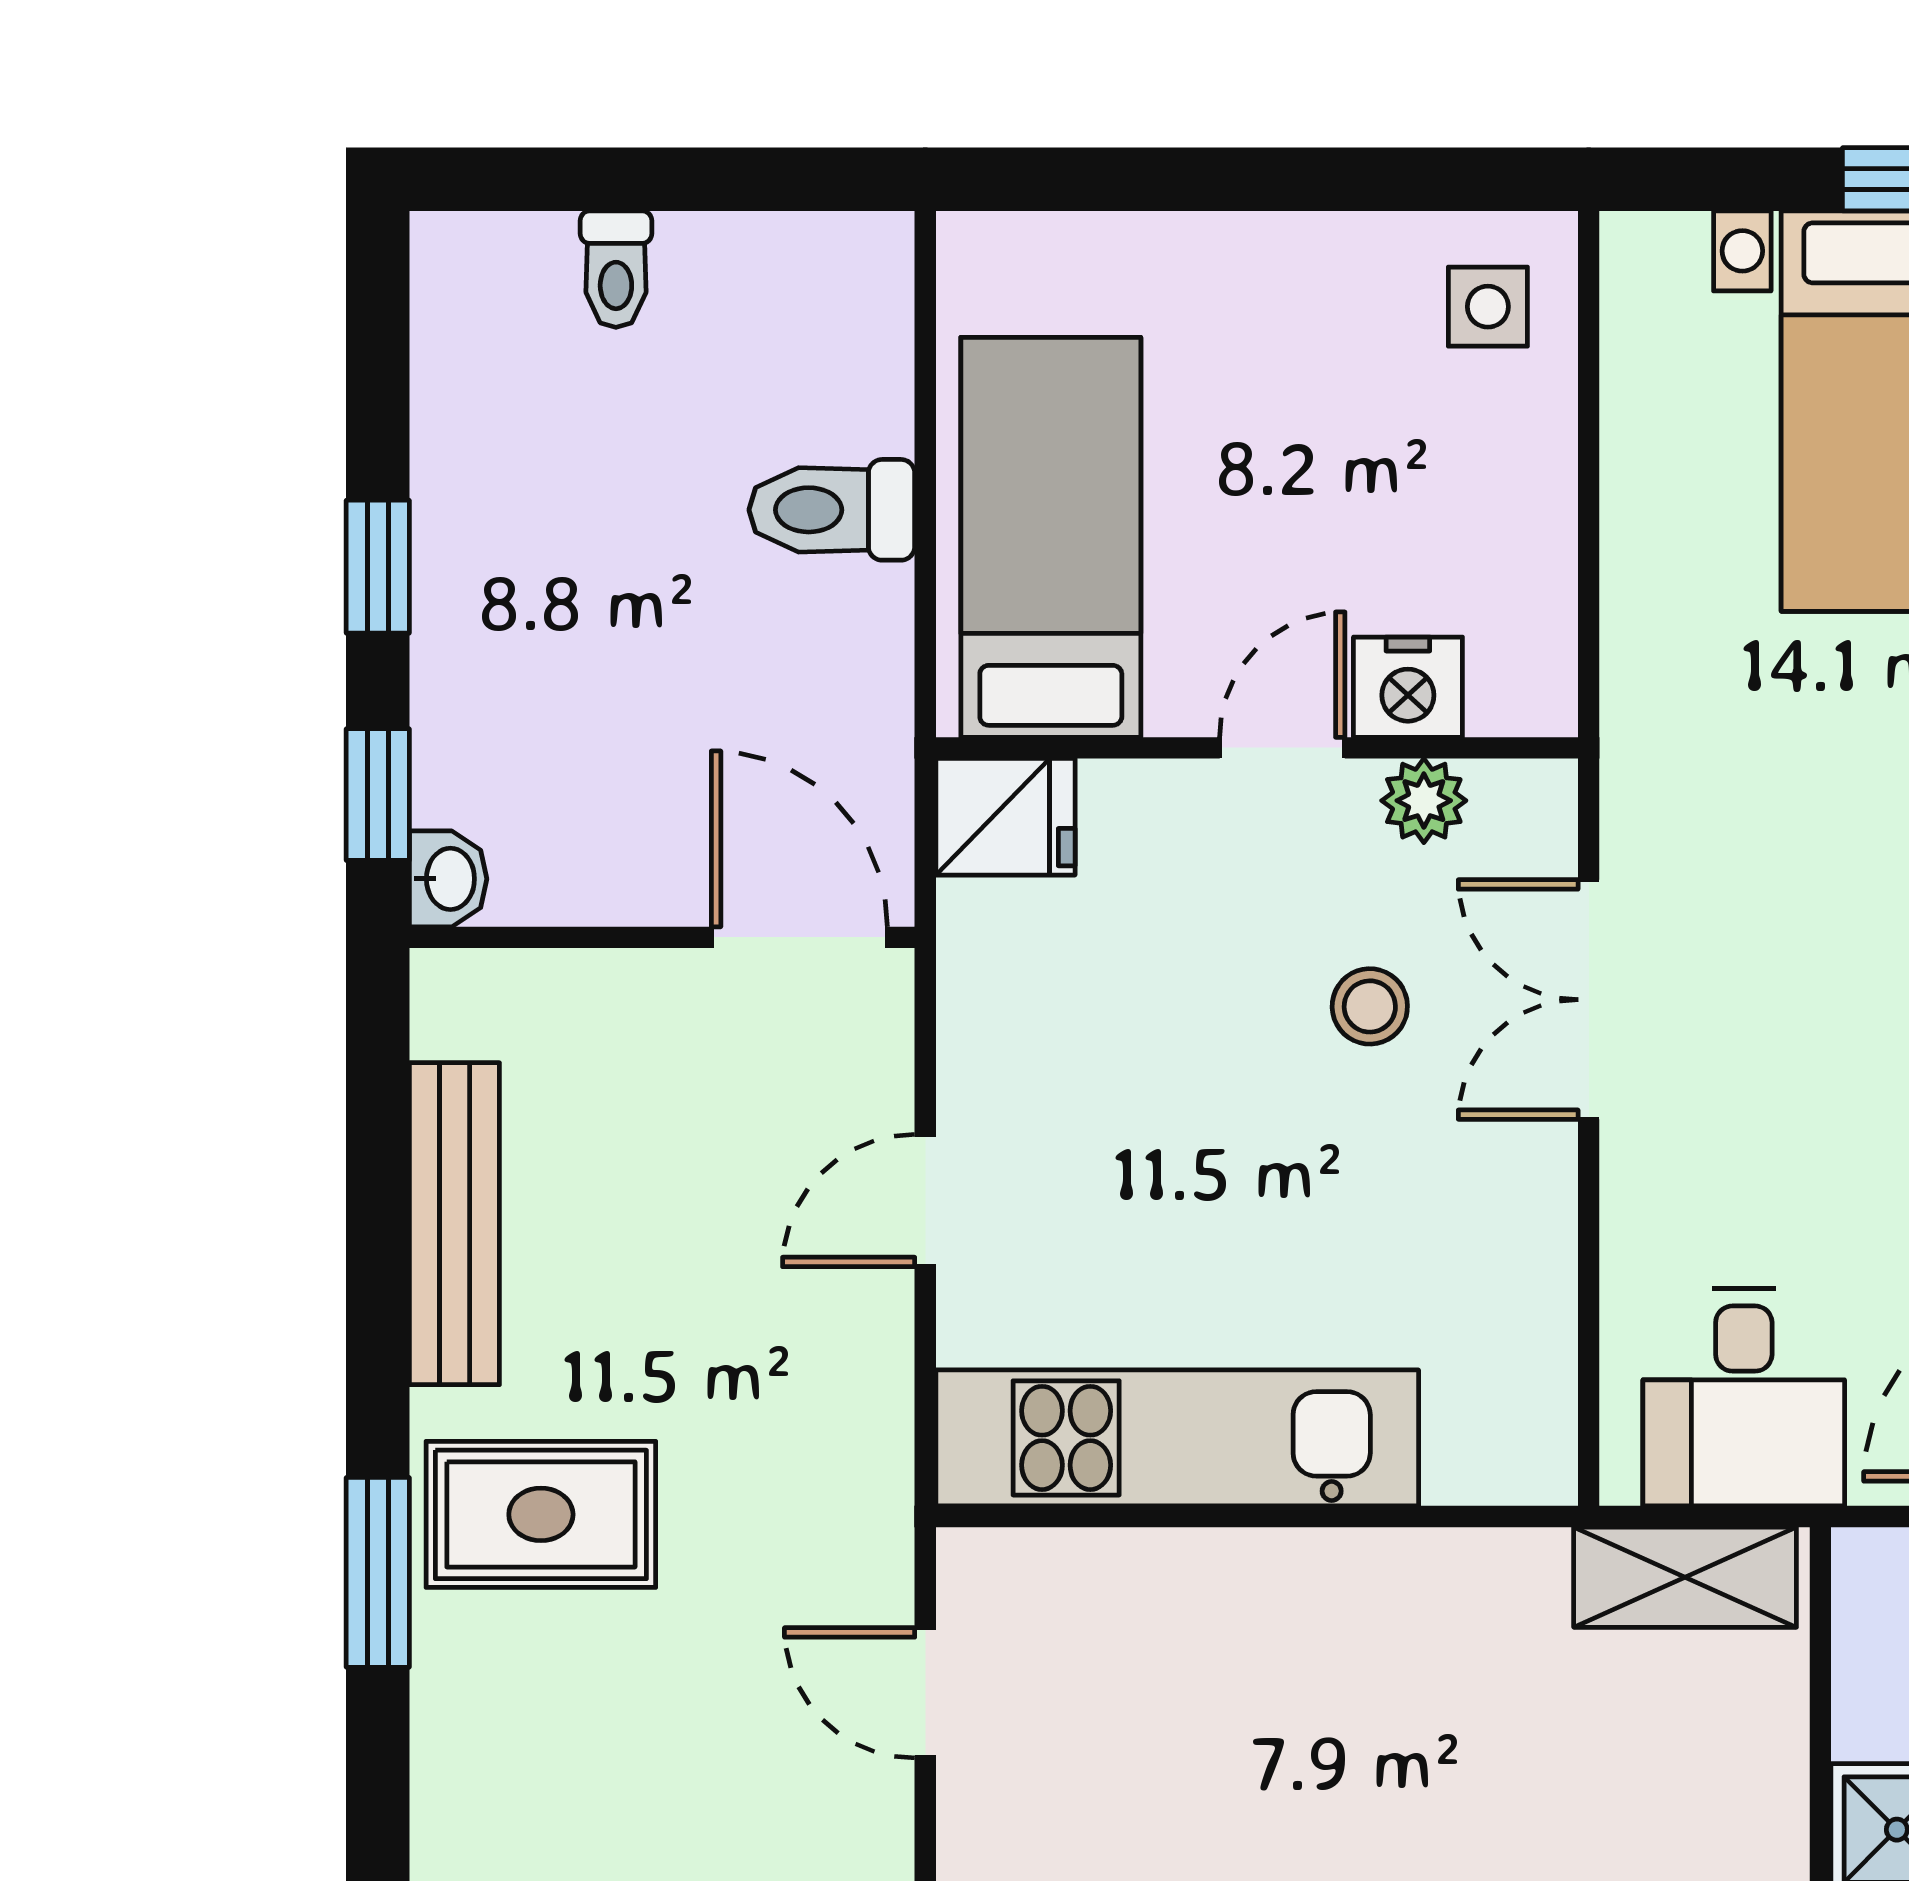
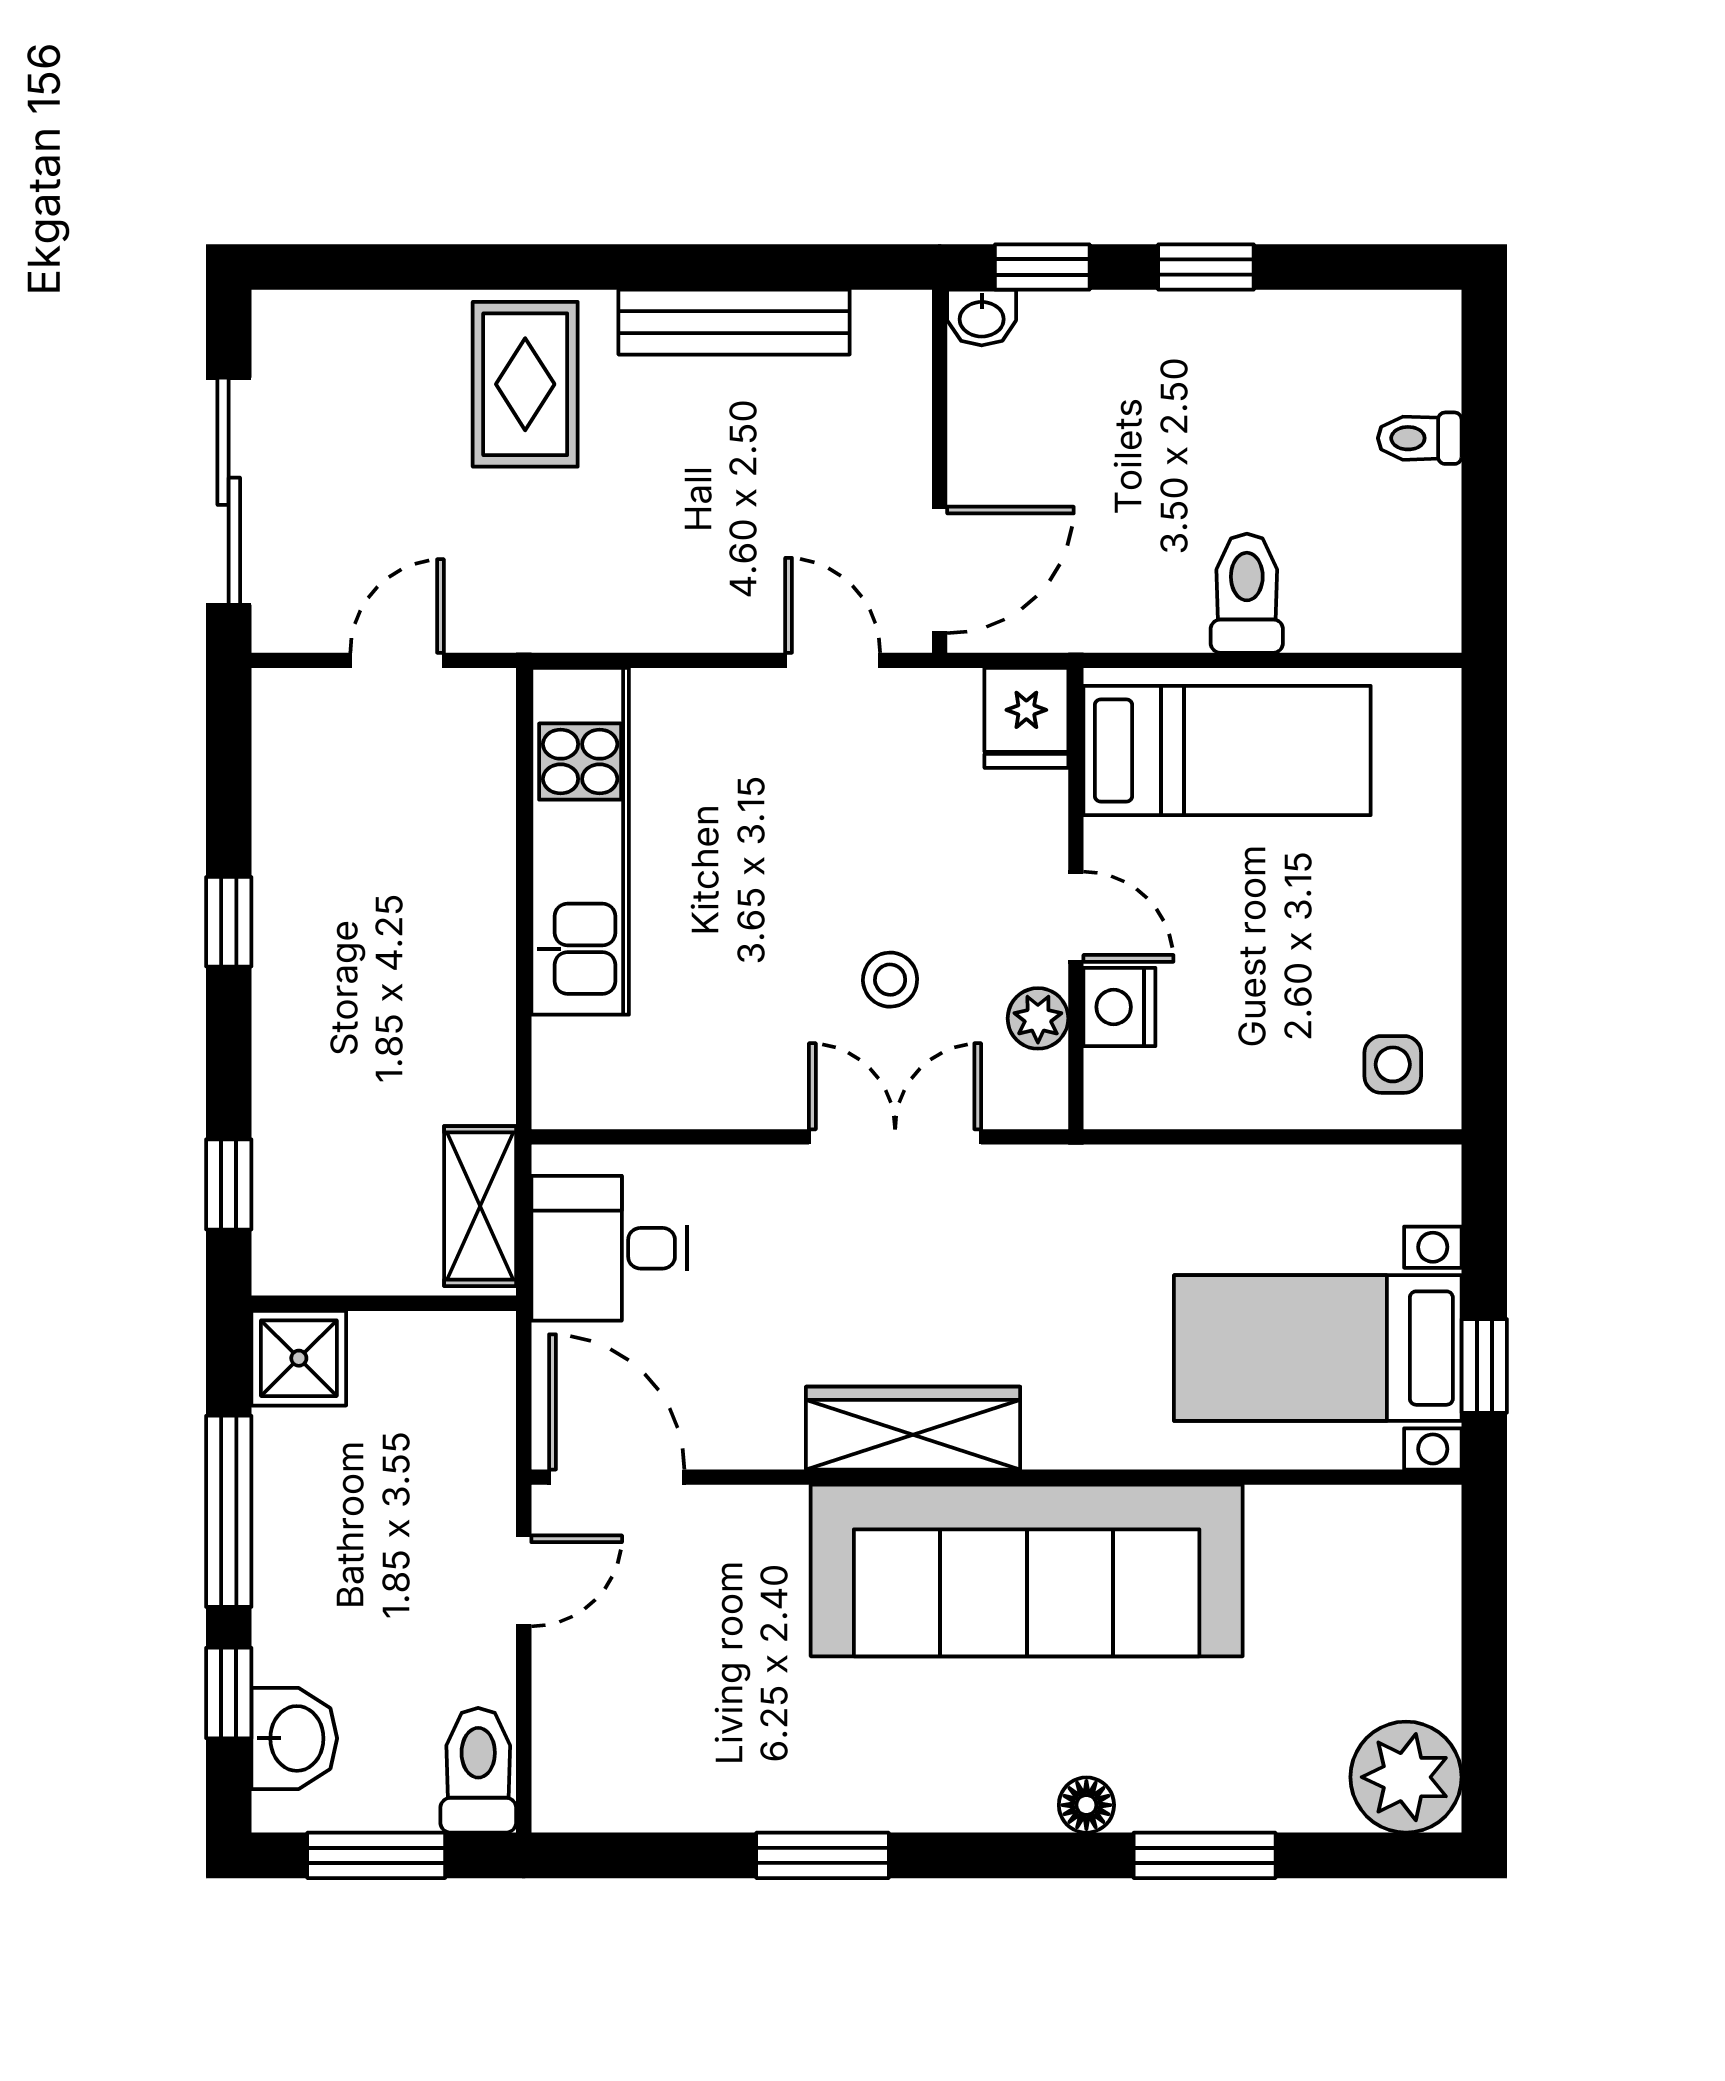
door: (925, 1201) -> (833, 660), moved
window: (378, 1572) -> (484, 267), removed

